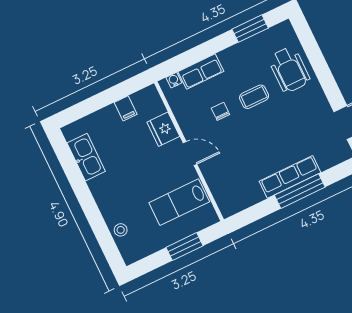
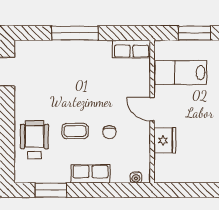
row of seats: (201, 72) -> (90, 174), moved
filing cabinet: (126, 108) -> (188, 173), removed
row of seats: (290, 177) -> (132, 49), moved, width x0.68
lab bench: (179, 202) -> (181, 73), turned 180

